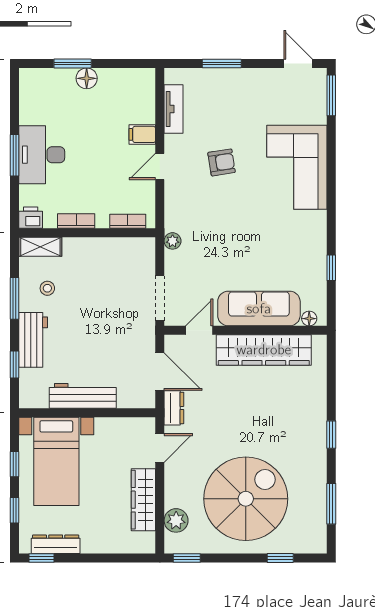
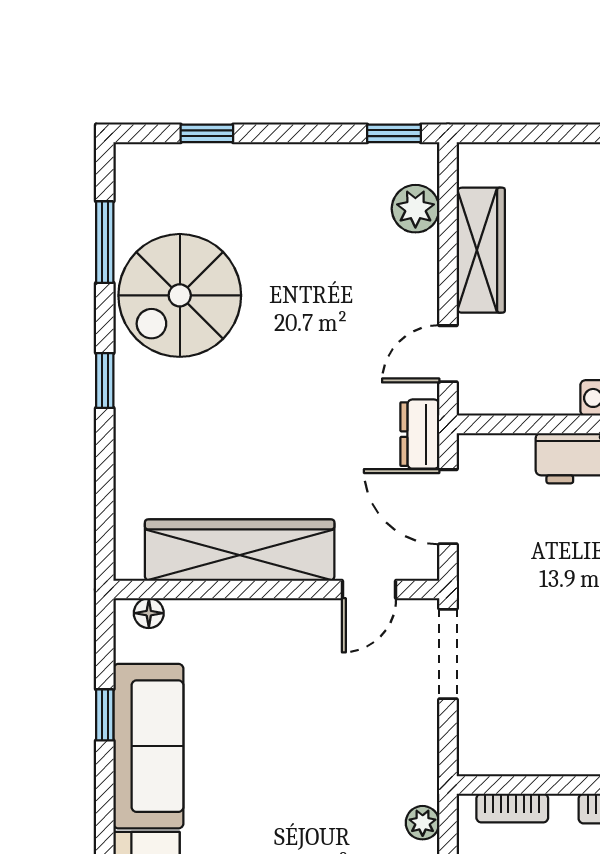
plant: (173, 241) -> (423, 823), moved
sofa: (259, 309) -> (148, 746), moved, turned -90
spiral stairs: (246, 499) -> (180, 295), moved, width x0.73, depth x0.73

